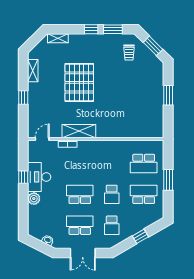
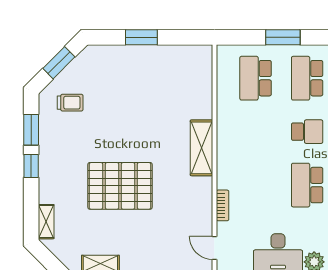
shelving: (79, 131) -> (201, 148), moved
school desk: (144, 164) -> (256, 78), turned 180

